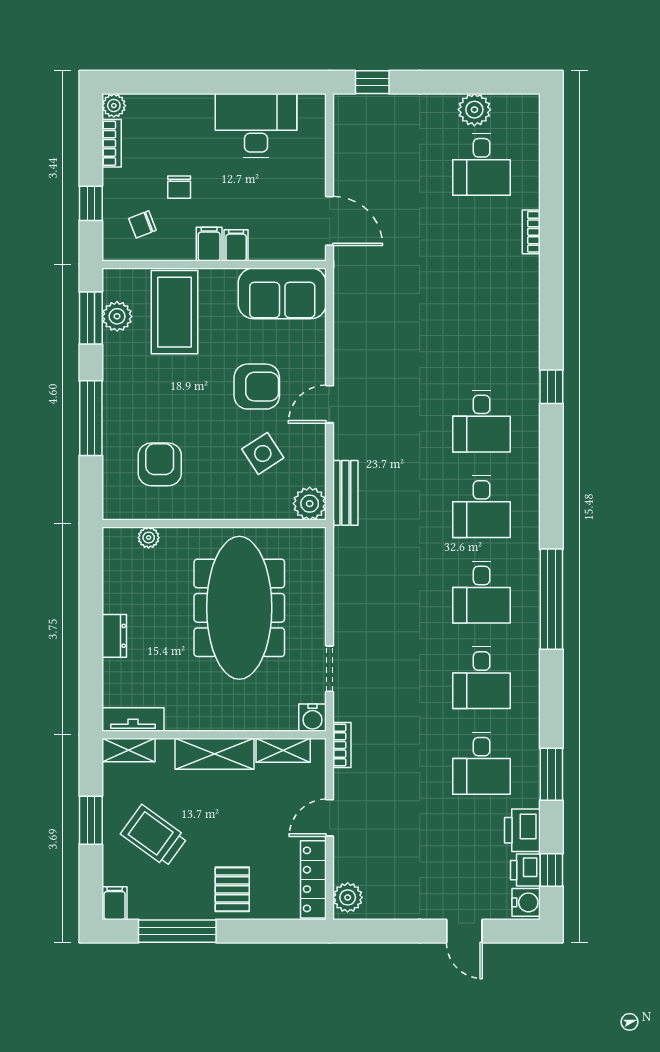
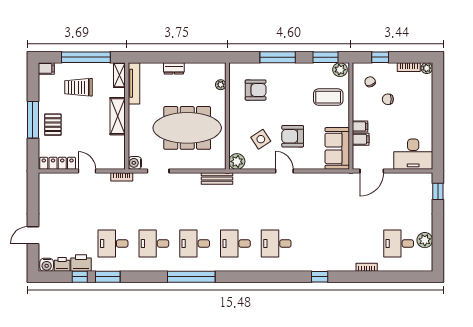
desk: (256, 125) -> (413, 154), moved, turned 90
filing cabinet: (209, 244) -> (361, 139), moved
coffee table: (175, 312) -> (328, 97), width x0.73, depth x0.76
plant: (117, 316) -> (340, 70), moved
armchair: (257, 387) -> (293, 136), turned 90
window: (551, 387) -> (320, 277), moved
bench: (345, 493) -> (217, 179), moved
tv unit: (133, 719) -> (134, 83), width x1.41
shelving: (283, 750) -> (119, 149), removed
window: (91, 820) -> (86, 57), width x2.11
trolley: (154, 836) -> (78, 87), turned -126
window: (551, 870) -> (80, 277), moved
pallet: (232, 889) -> (53, 125), turned 90
plant: (348, 897) -> (49, 180), removed
window: (177, 931) -> (33, 120), moved

